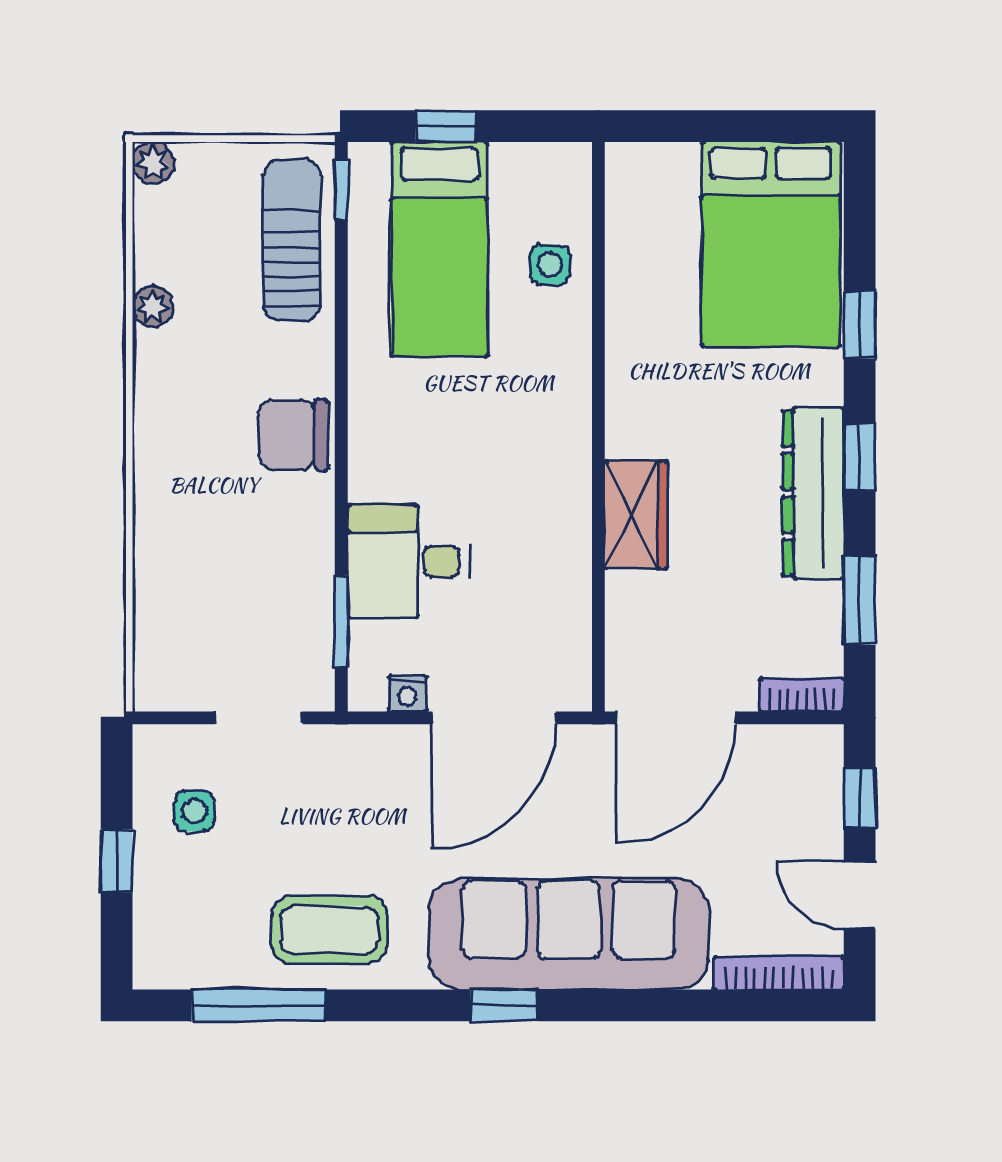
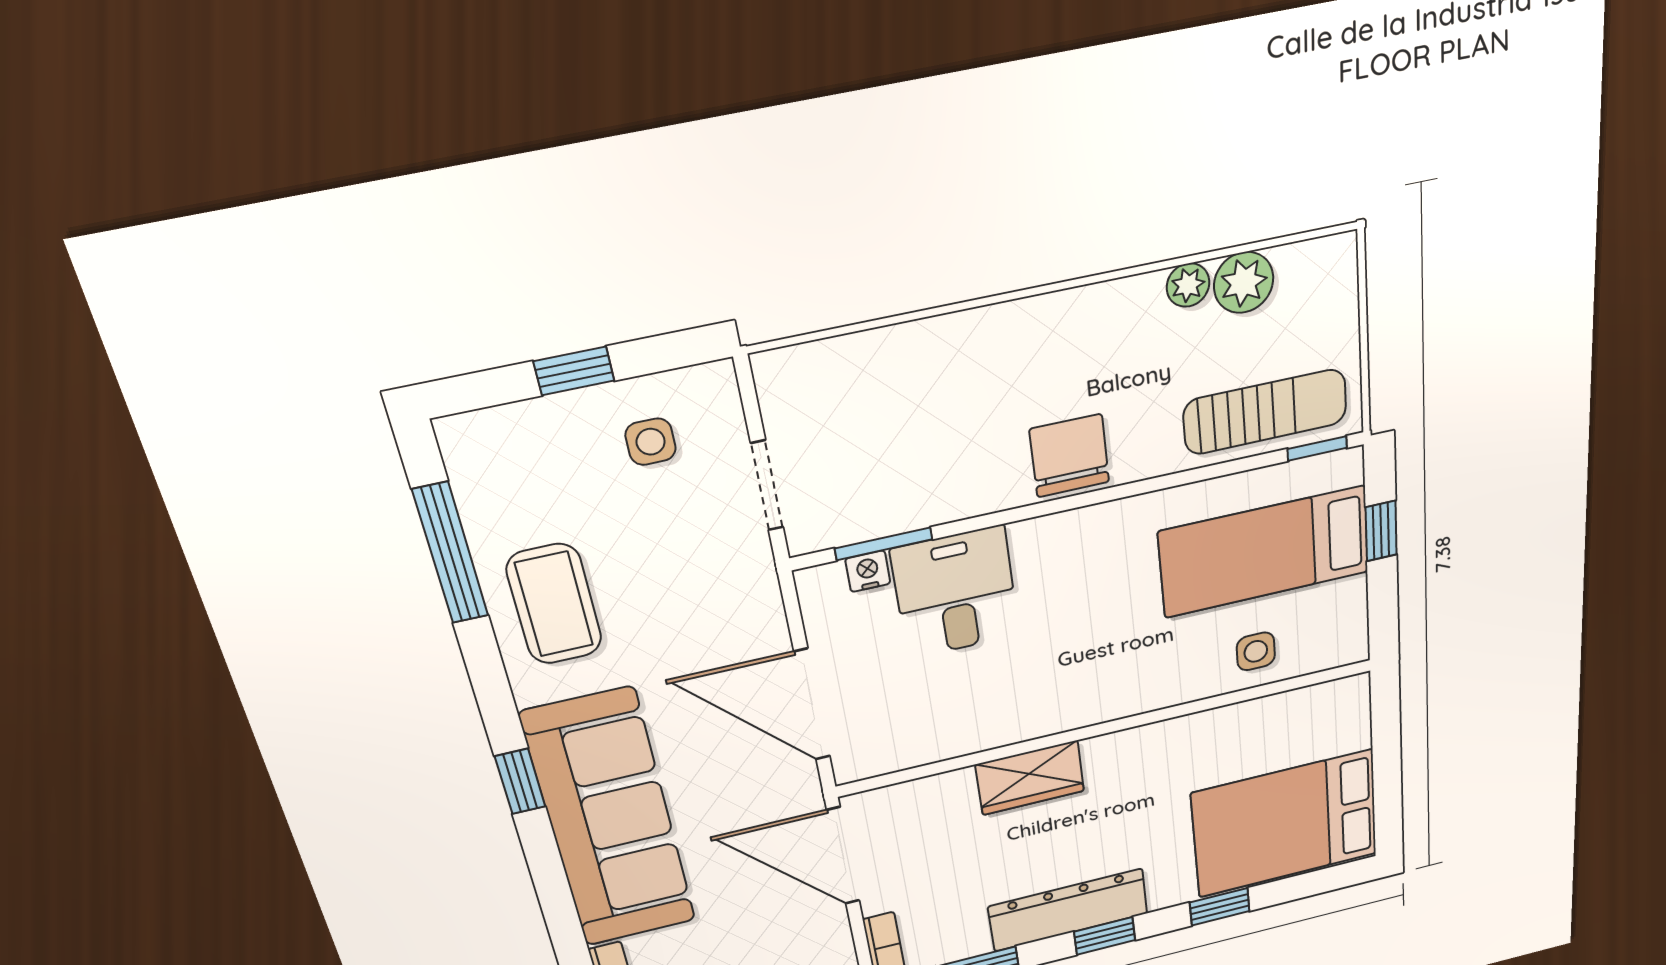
plant: (153, 163) -> (1244, 282), moved, width x1.38, depth x1.38
nightstand: (407, 694) -> (868, 571), moved, turned 90

